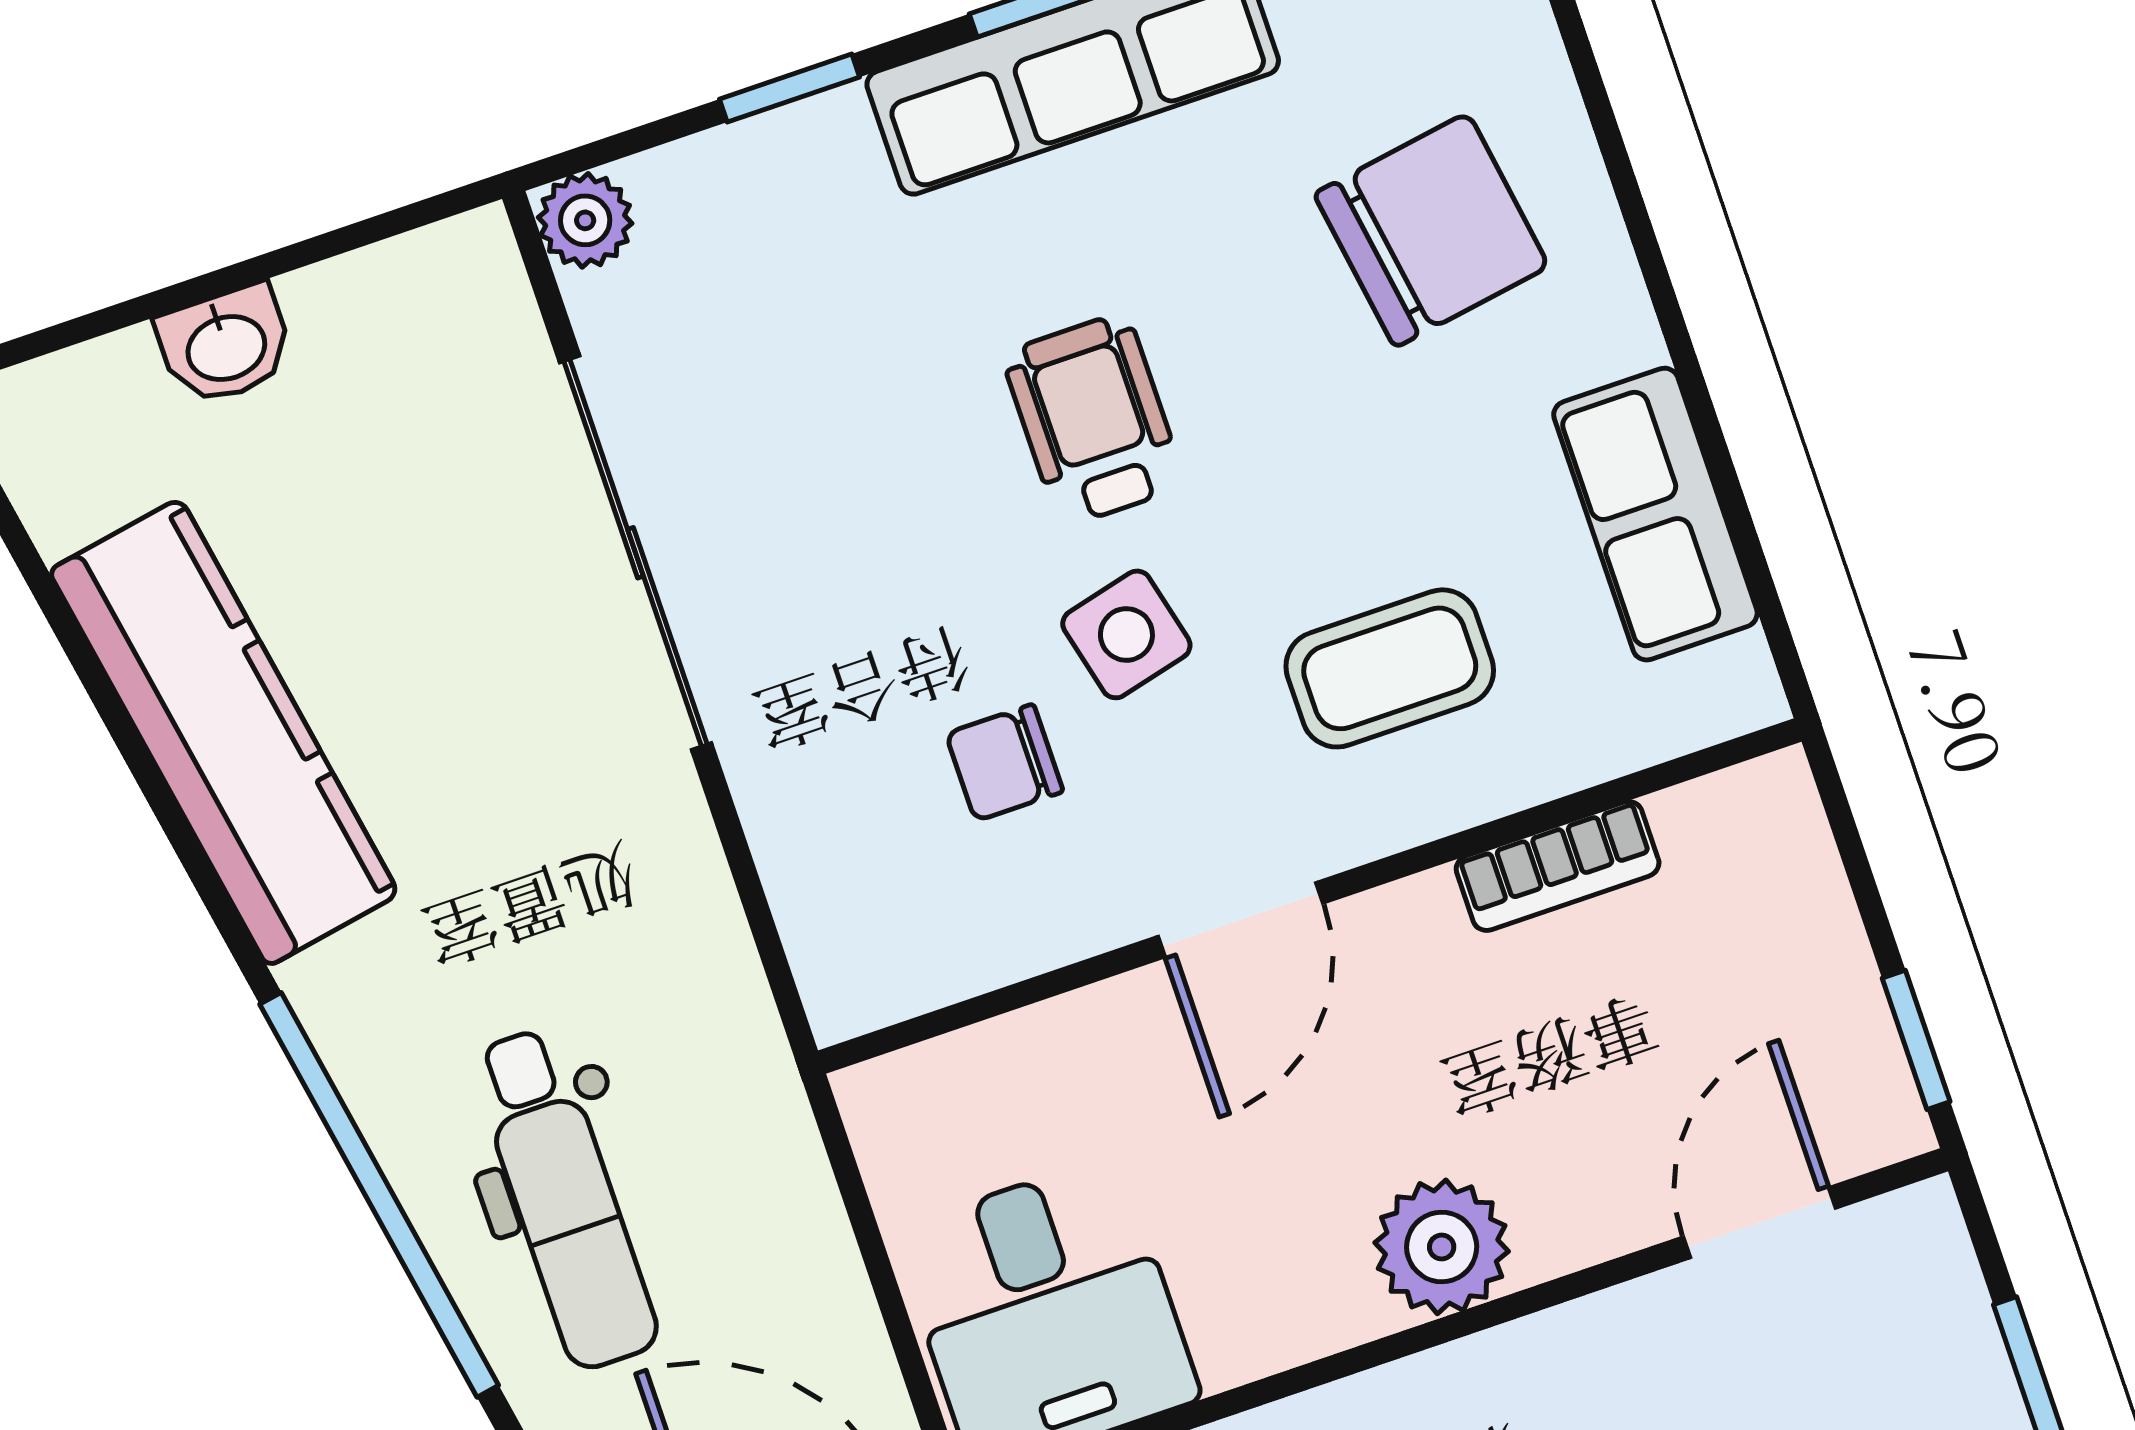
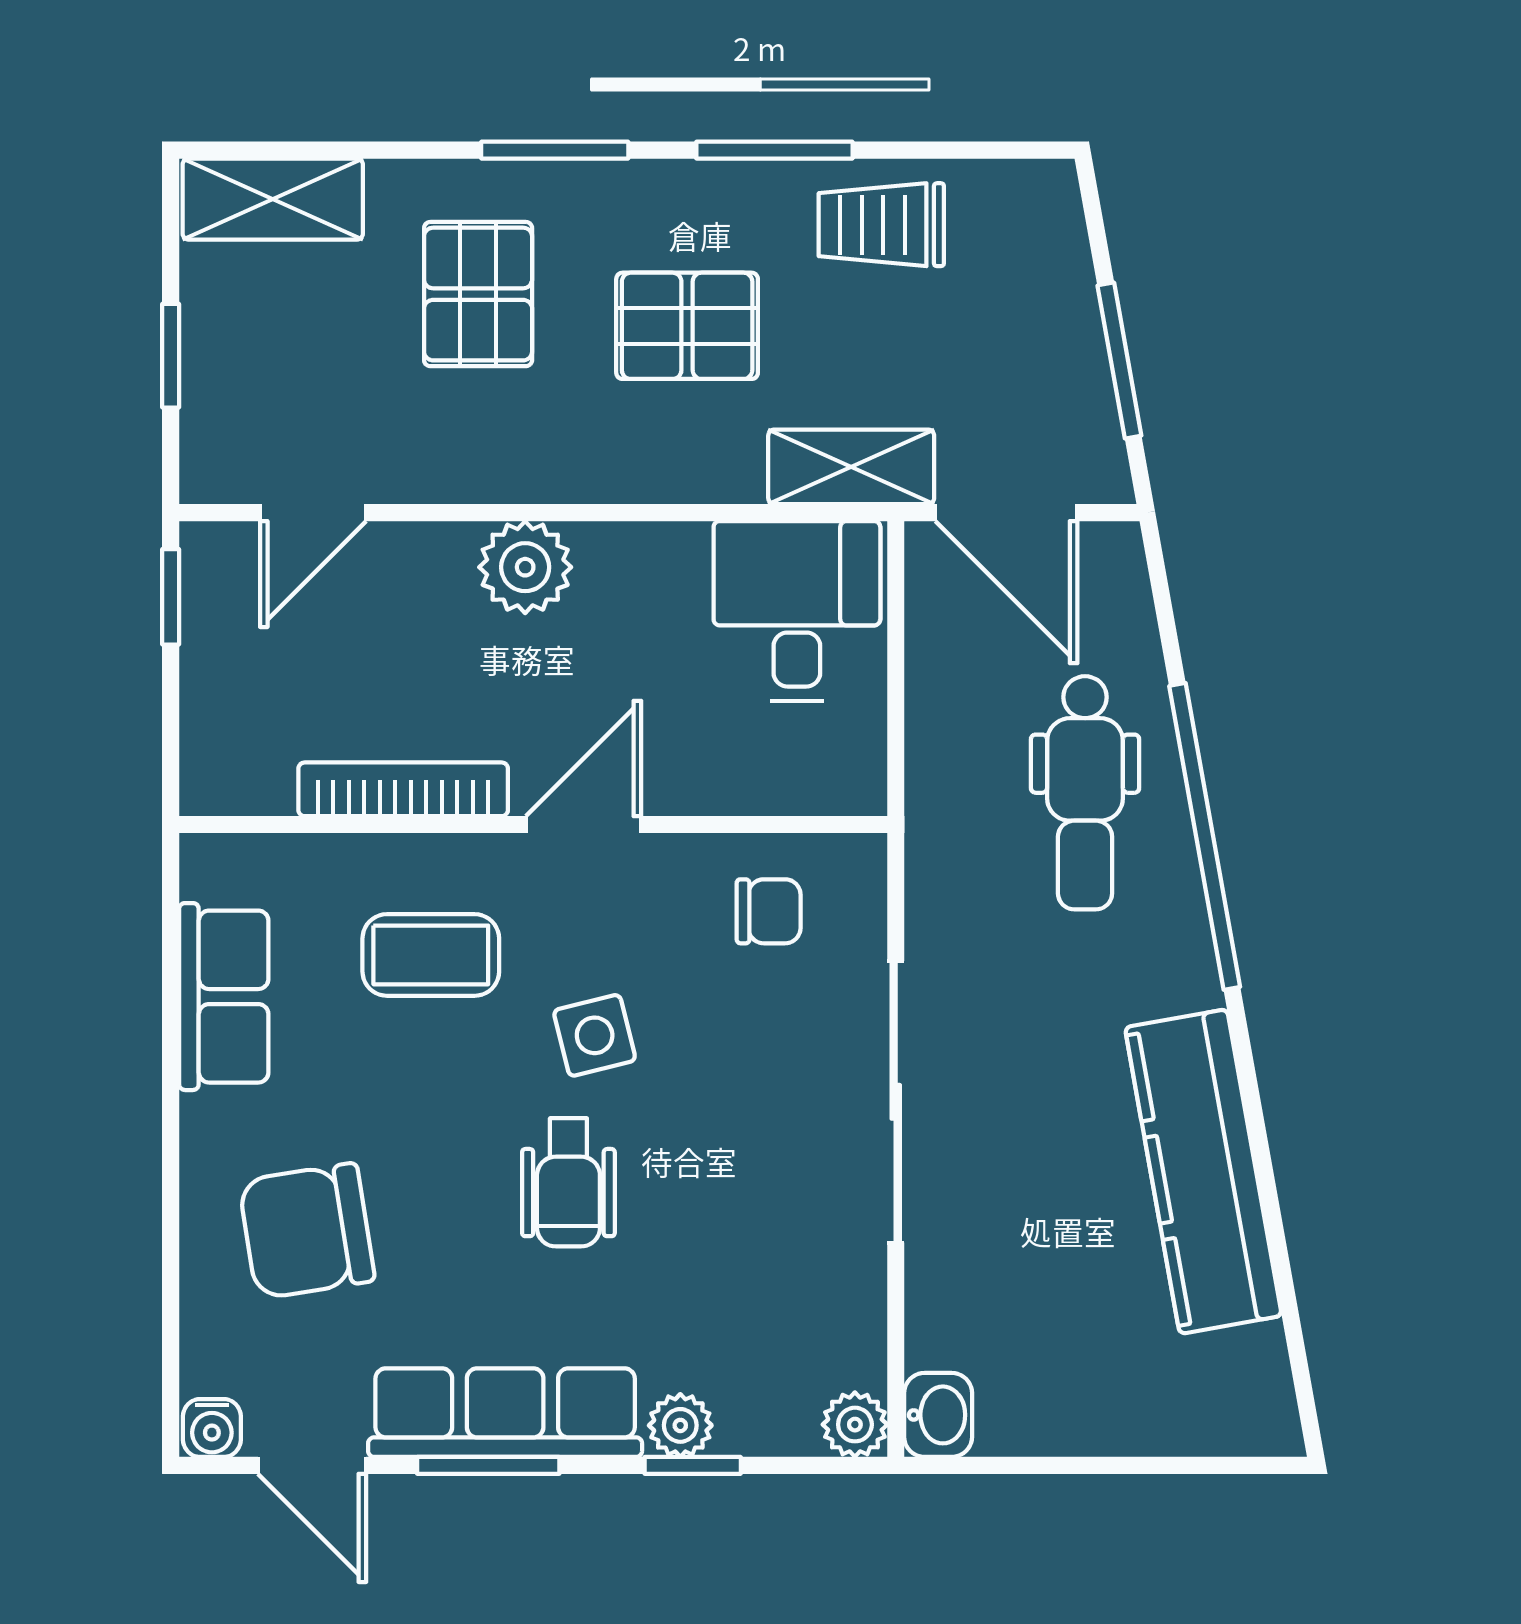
plant: (825, 137) -> (680, 1425), added
washbasin: (225, 345) -> (938, 1415), moved, turned 90
sliding door: (636, 553) -> (896, 1102), moved
chair: (1004, 763) -> (769, 911), moved
bookcase: (1558, 866) -> (403, 789), width x1.56
dental chair: (564, 1199) -> (1085, 793), turned 180

